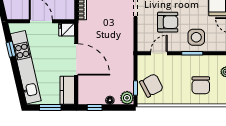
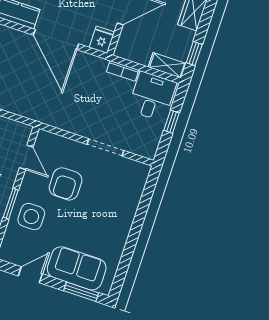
door: (76, 59) -> (56, 39), hinge flipped

